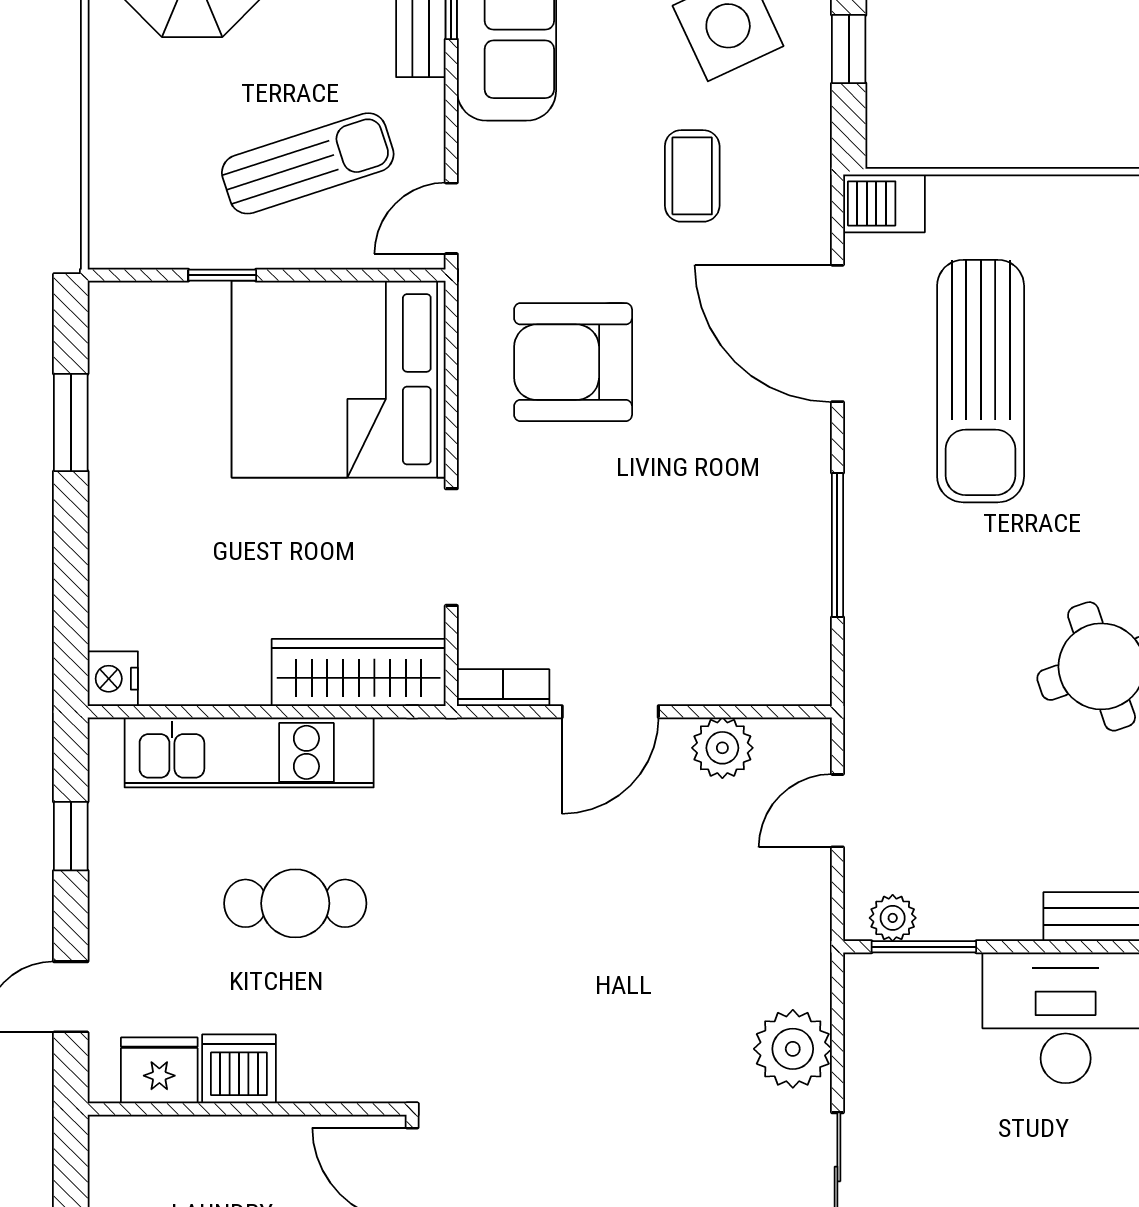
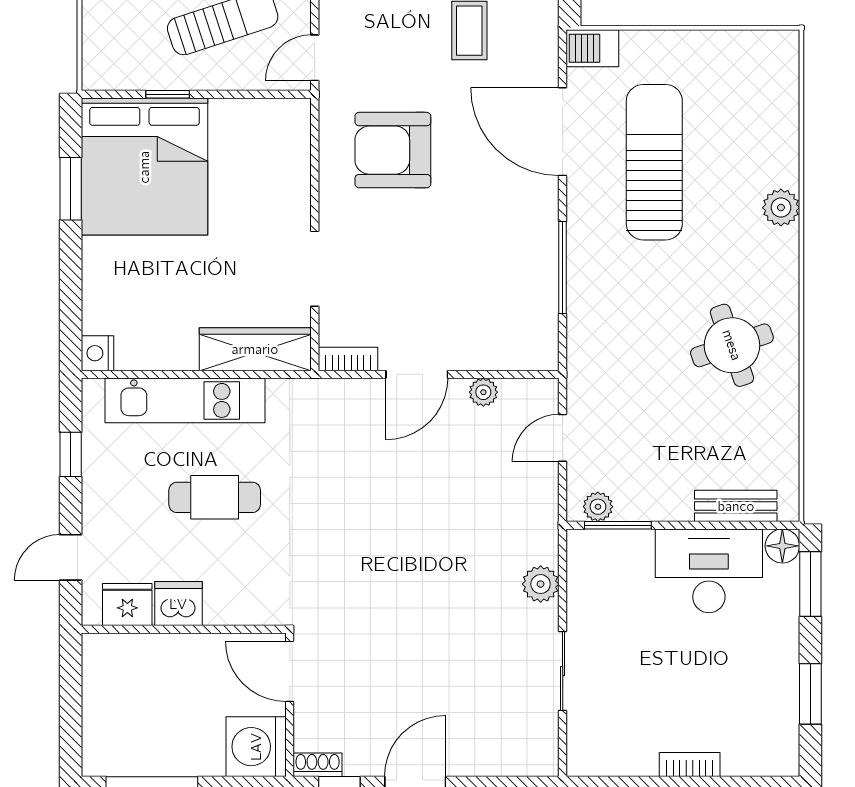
bed: (339, 379) -> (144, 167), moved, turned -90
sun lounger: (981, 381) -> (654, 162), turned 180
plant: (722, 748) -> (483, 392), width x0.73, depth x0.73
plant: (793, 1049) -> (541, 584), width x0.73, depth x0.73

